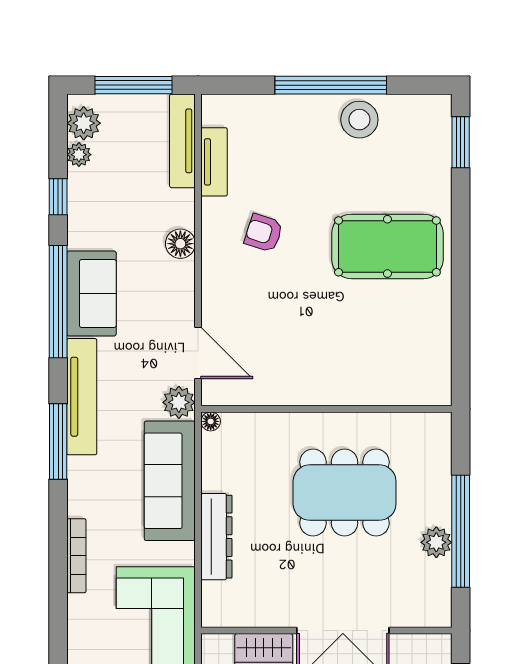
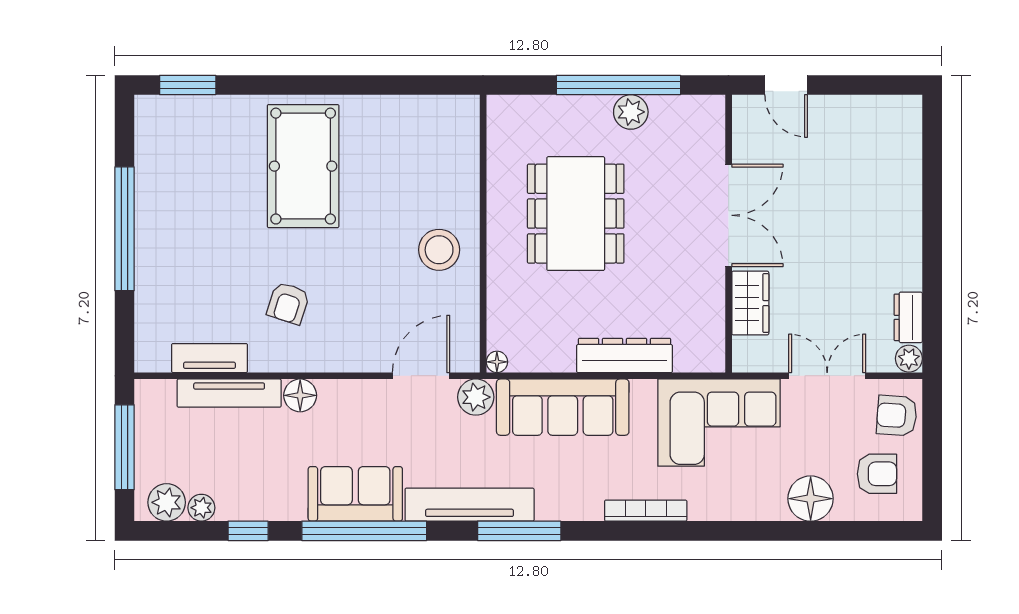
stool: (359, 120) -> (439, 250), moved
tv unit: (182, 141) -> (229, 393), moved

